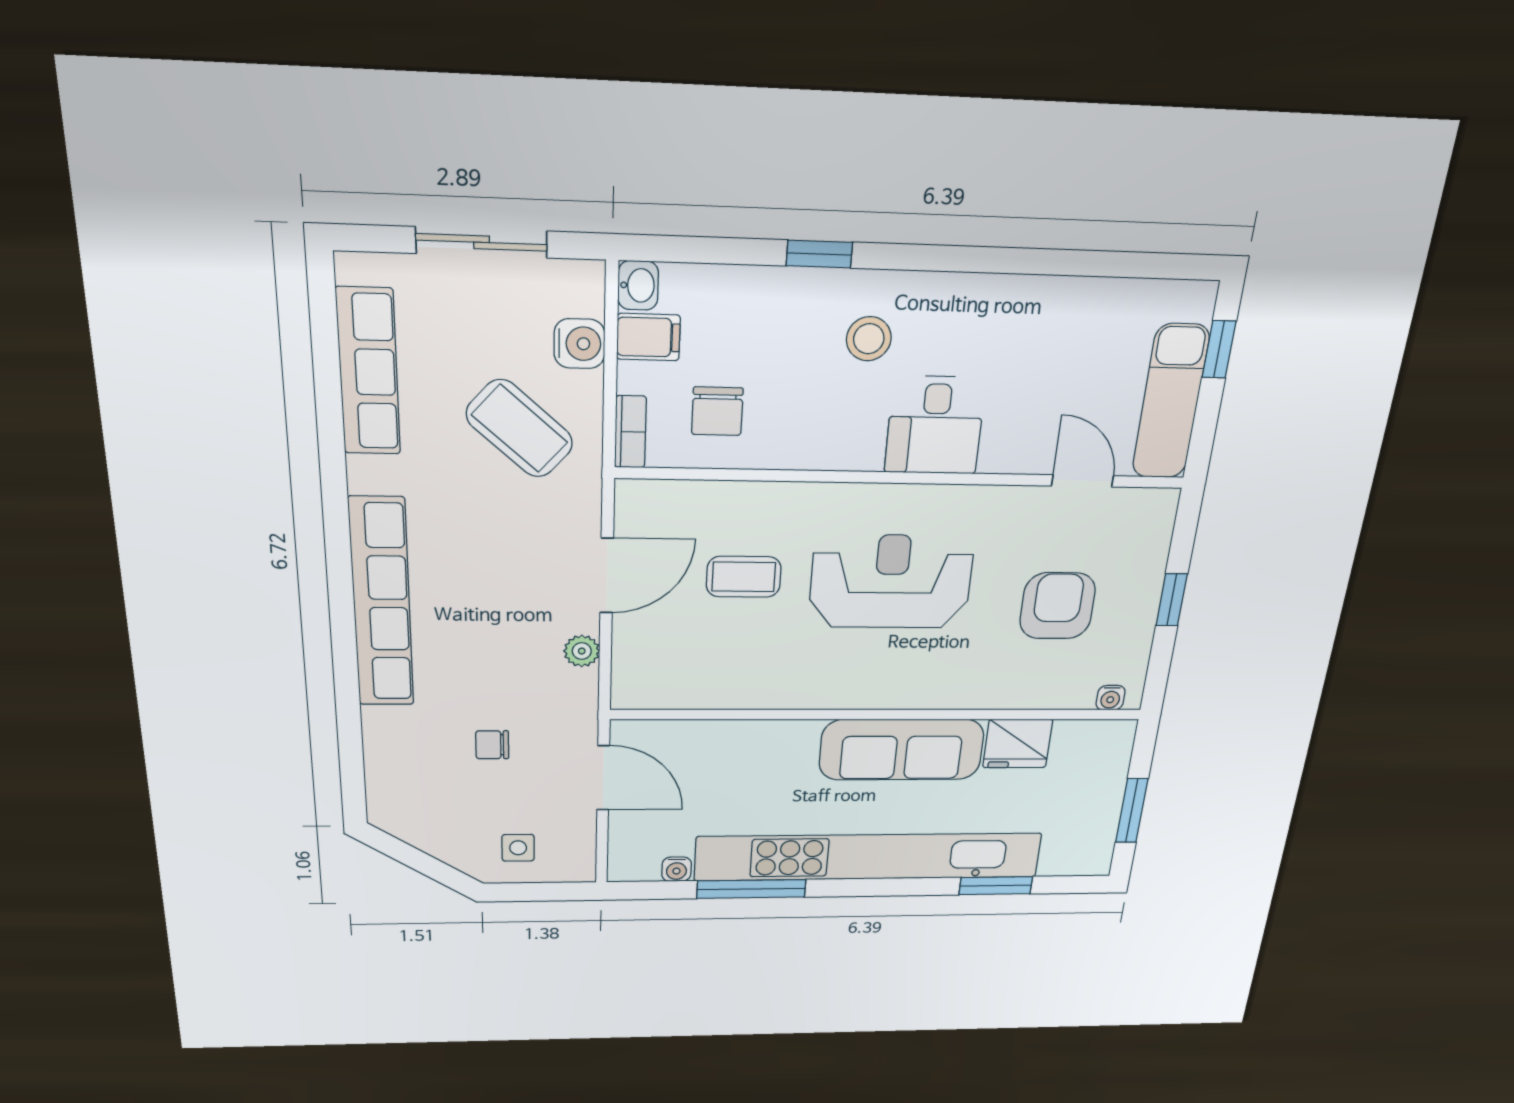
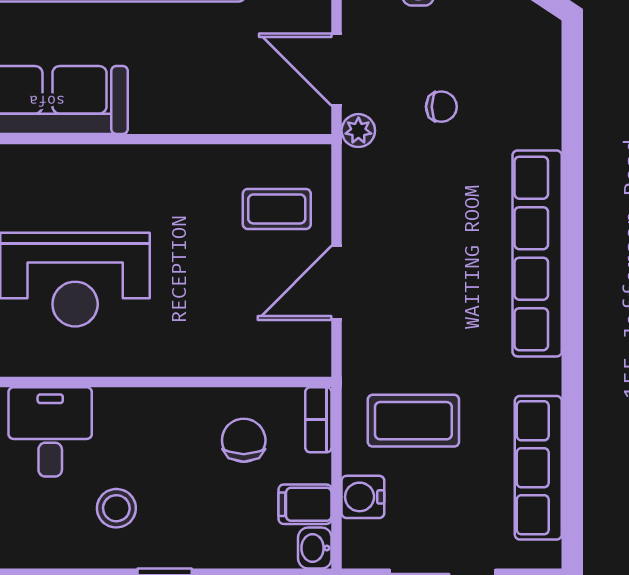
coffee table: (520, 429) -> (413, 421), turned -42
coffee table: (744, 577) -> (277, 209), moved
plant: (582, 651) -> (358, 131), moved

